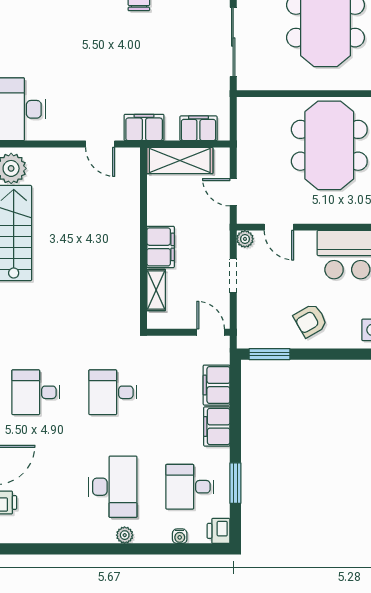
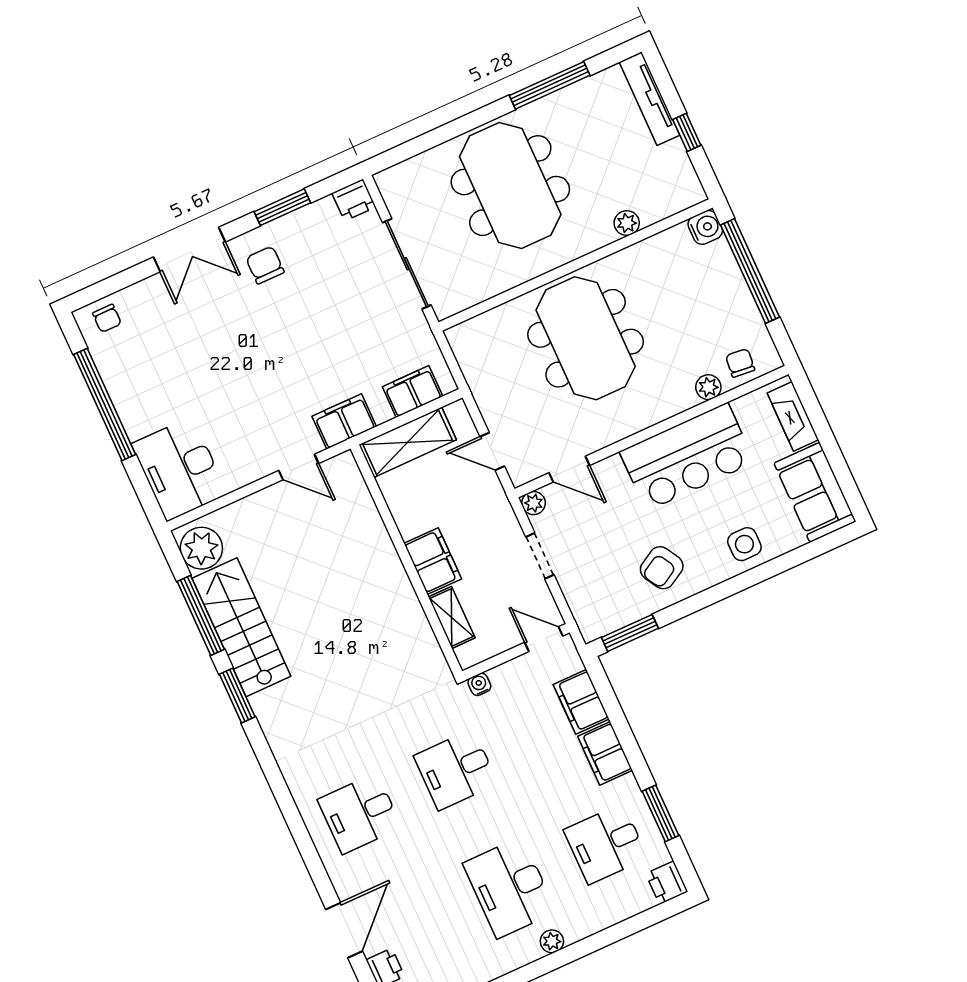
desk: (113, 487) -> (510, 888), turned 180
water cooler: (180, 536) -> (479, 684), moved, turned 180

